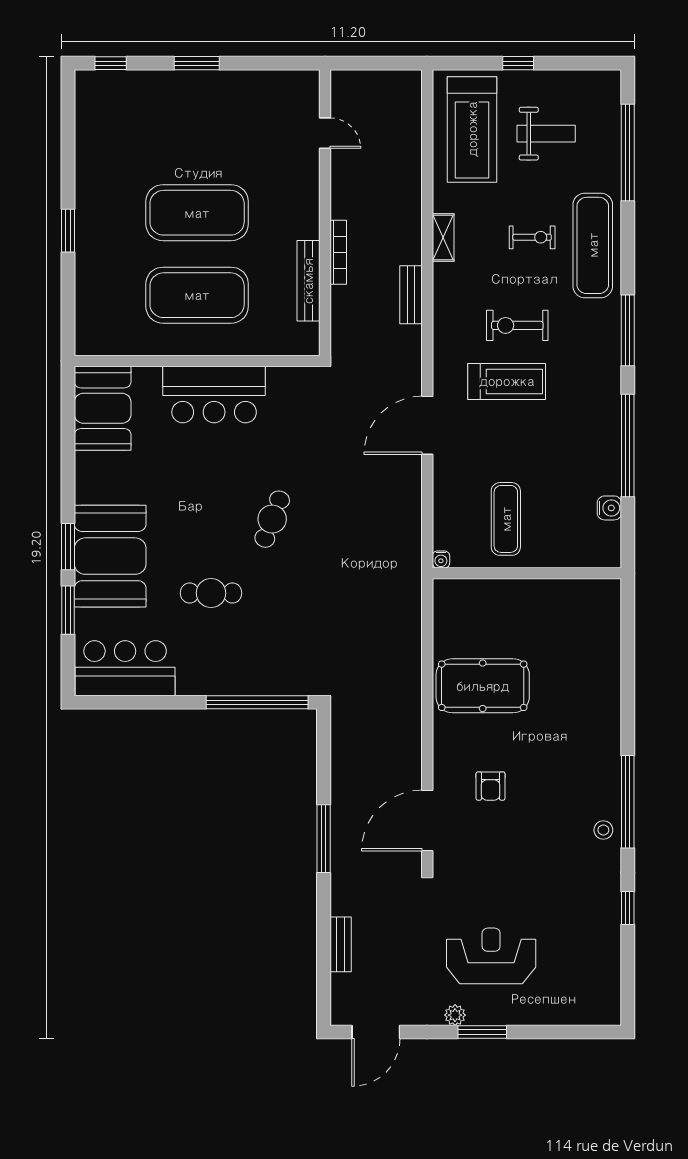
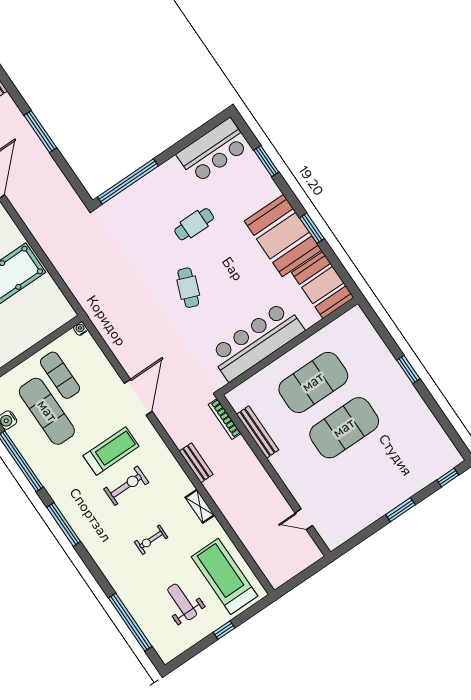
weight bench: (546, 134) -> (182, 602), turned 90
exercise mat: (593, 245) -> (47, 411), moved
bookcase: (338, 252) -> (225, 419), moved
treadmill: (507, 381) -> (111, 451), turned 180
bar counter: (214, 395) -> (257, 341), width x1.36
window: (68, 547) -> (312, 228), moved
booth: (110, 556) -> (283, 236), moved

